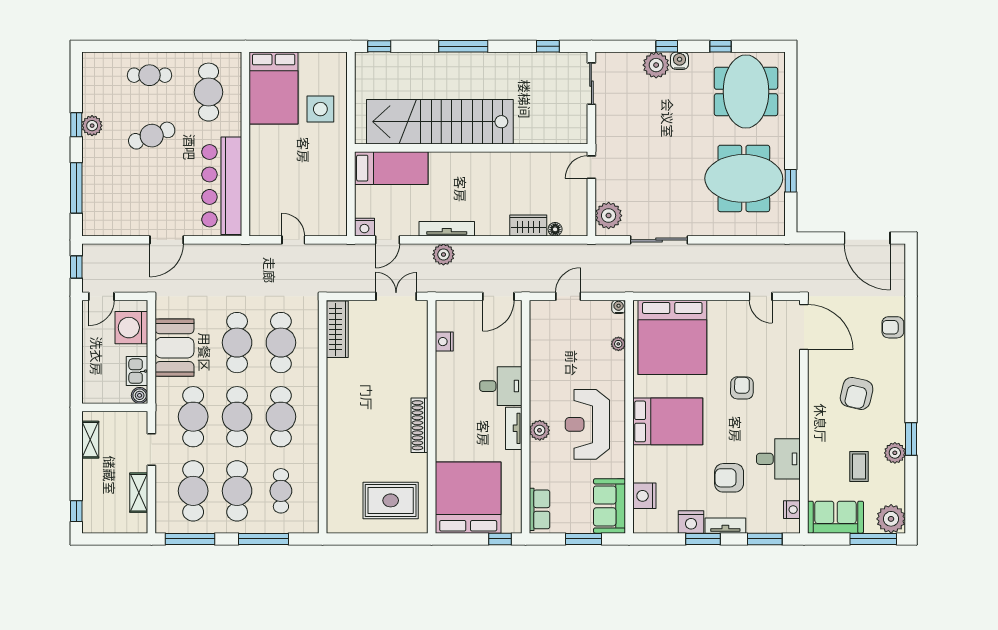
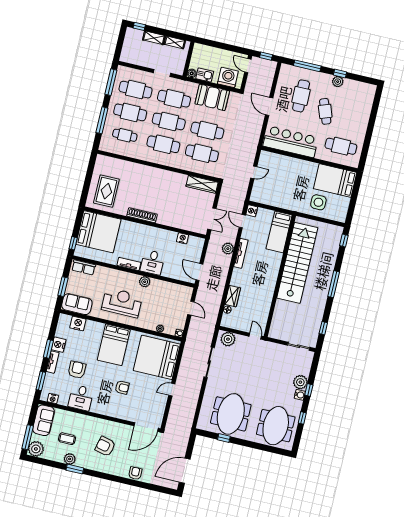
cafe table: (150, 75) -> (301, 96), moved, width x1.37, depth x1.35
meeting table: (746, 92) -> (276, 426), turned 90
door: (761, 296) -> (172, 390), moved
plant: (540, 430) -> (145, 282), moved
shelving: (139, 493) -> (154, 38), moved

